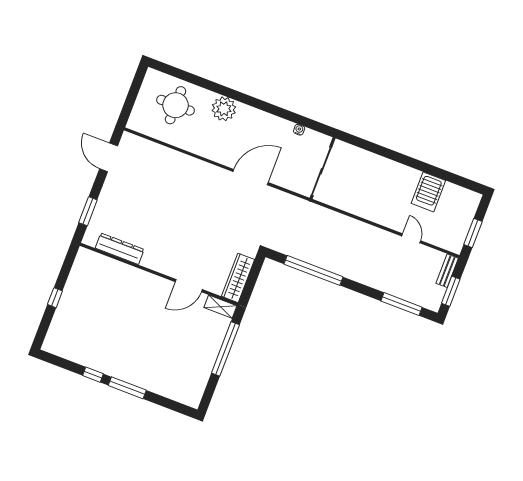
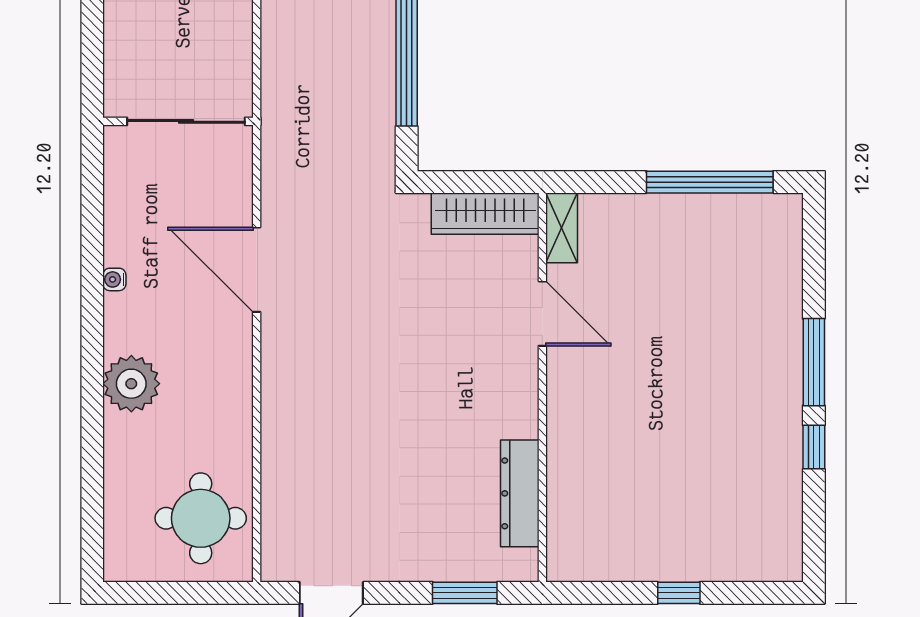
round table: (176, 105) -> (201, 518), moved
water cooler: (299, 130) -> (114, 279), moved
window: (225, 349) -> (710, 182), moved

